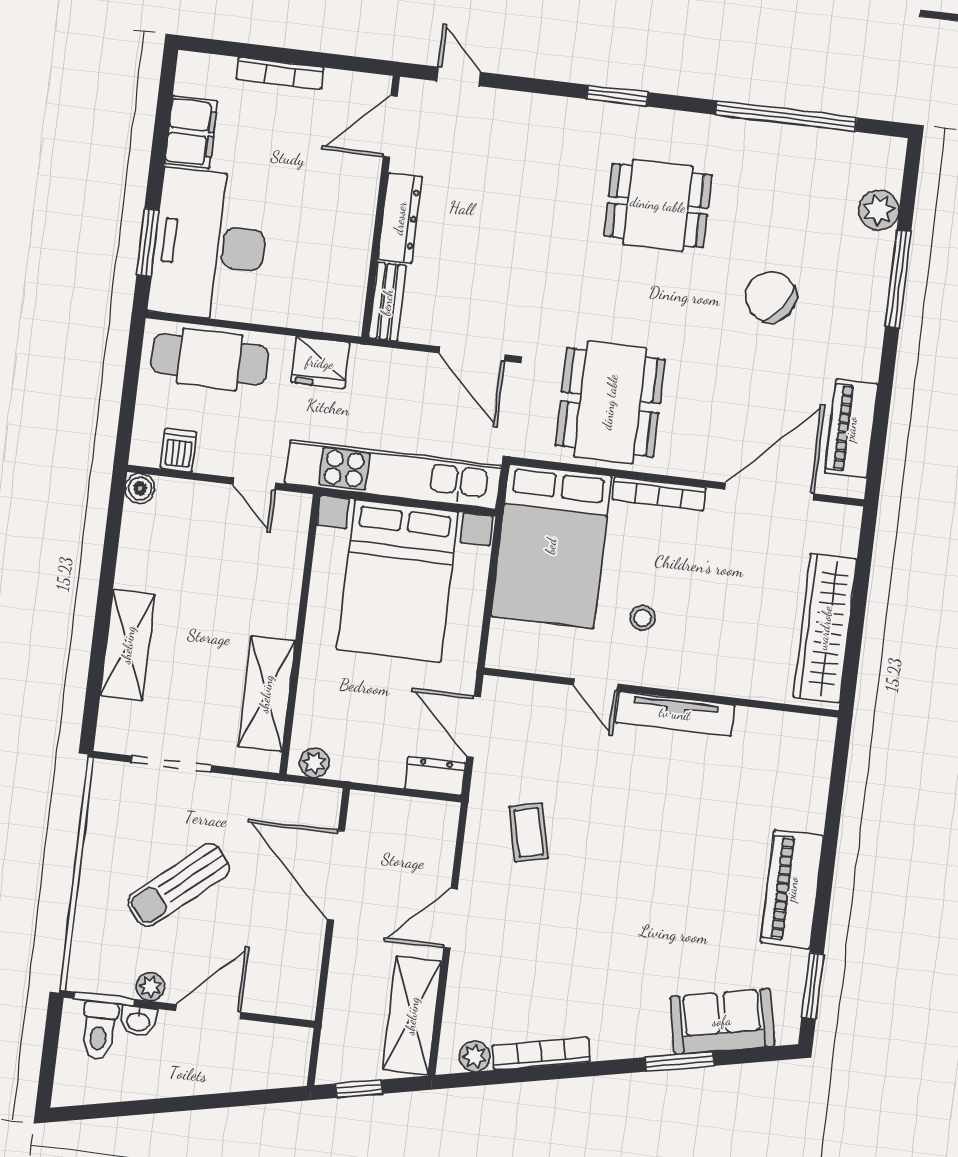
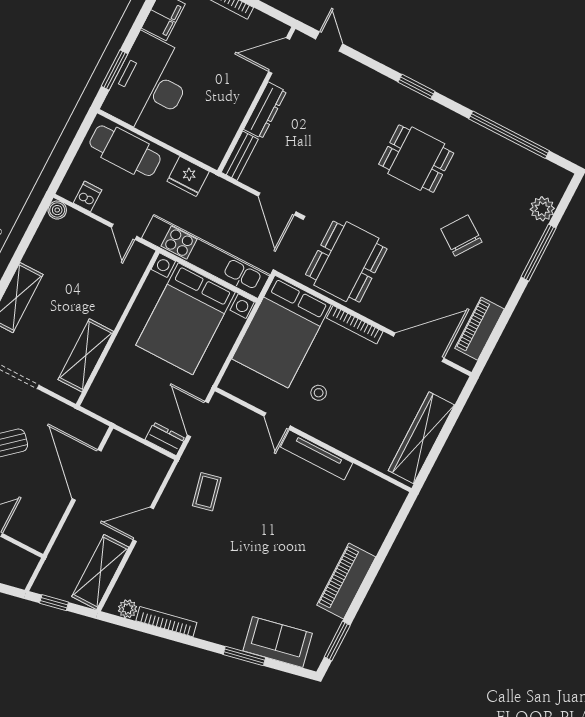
plant: (314, 763) -> (98, 405), removed

